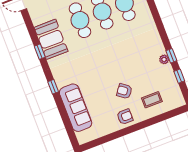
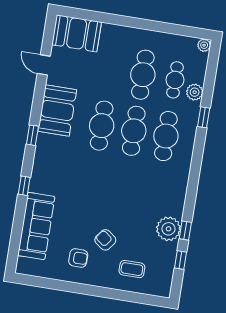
booth: (51, 39) -> (57, 110), moved
plant: (164, 59) -> (168, 229), width x1.87, depth x1.87
armchair: (125, 117) -> (78, 258), moved

